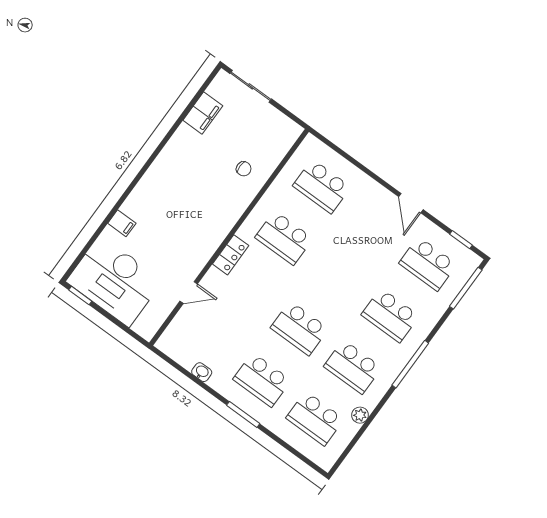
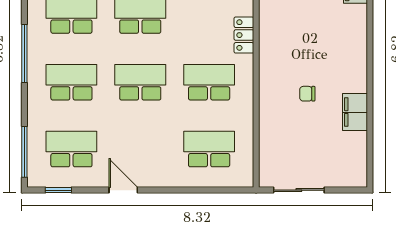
sliding door: (251, 86) -> (299, 190), moved
filing cabinet: (203, 113) -> (355, 112), moved
chair: (244, 169) -> (307, 94), moved
school desk: (337, 277) -> (140, 82), added

